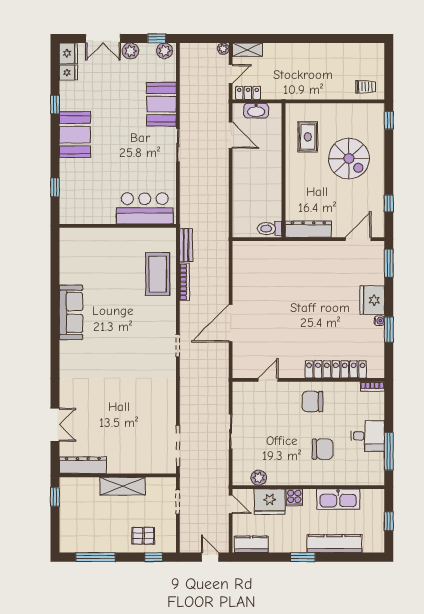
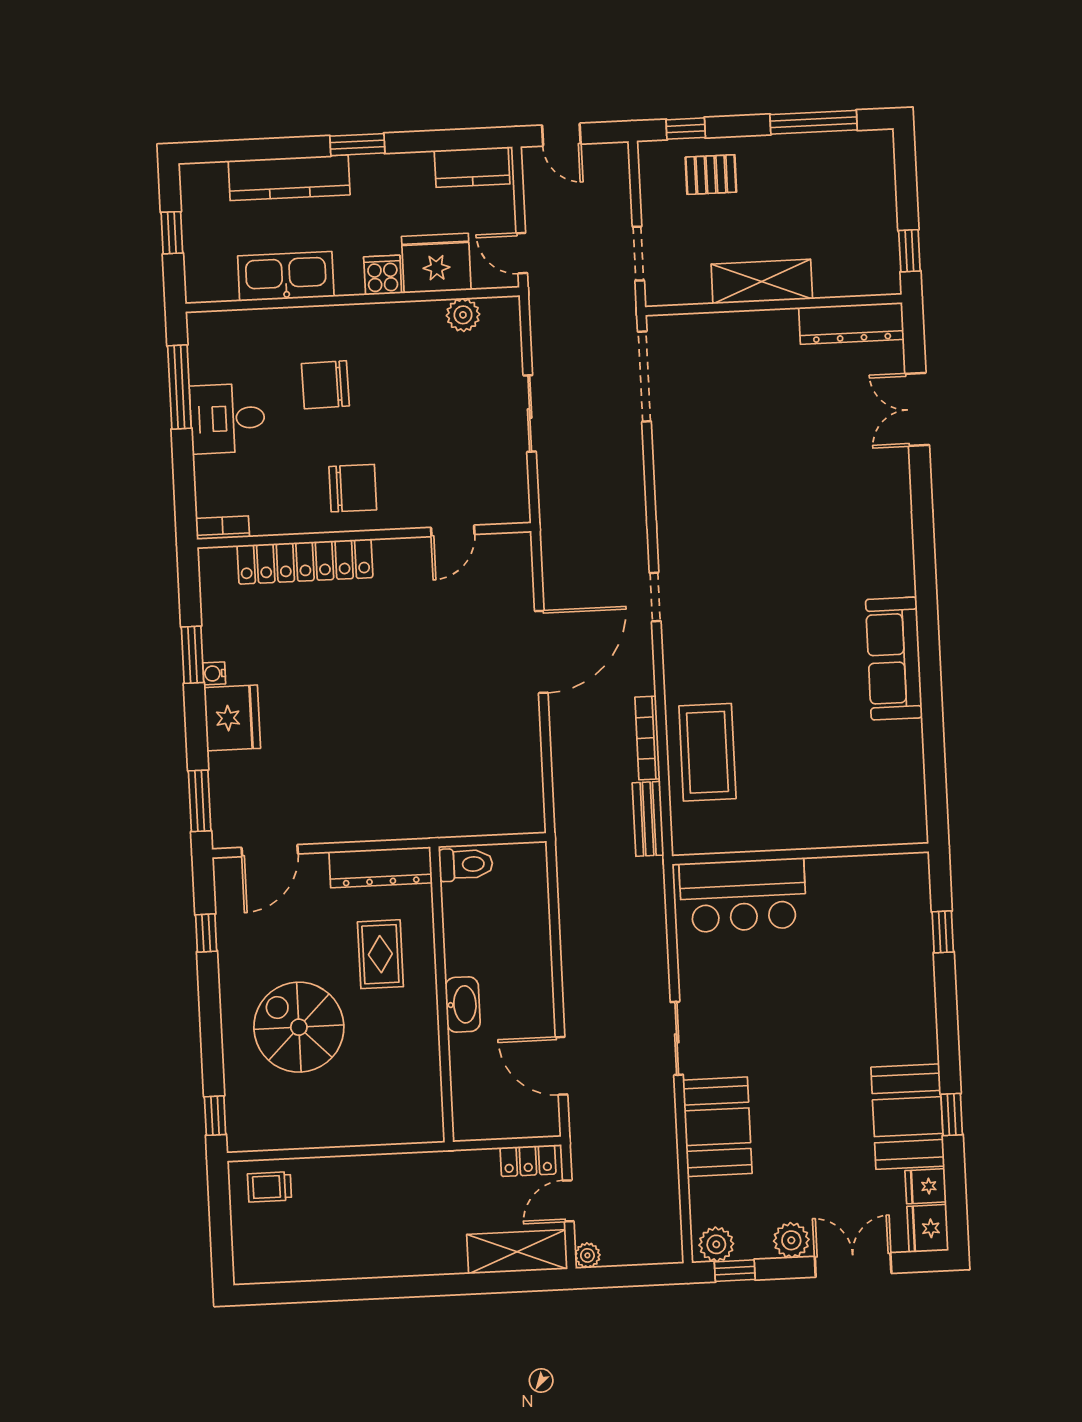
shelving: (247, 50) -> (517, 1252), width x1.50, depth x1.33
washbasin: (256, 111) -> (463, 1004), moved, turned 90
booth: (75, 135) -> (908, 1117), moved
rug: (308, 137) -> (380, 954), moved

